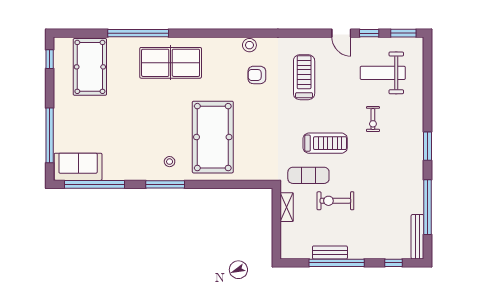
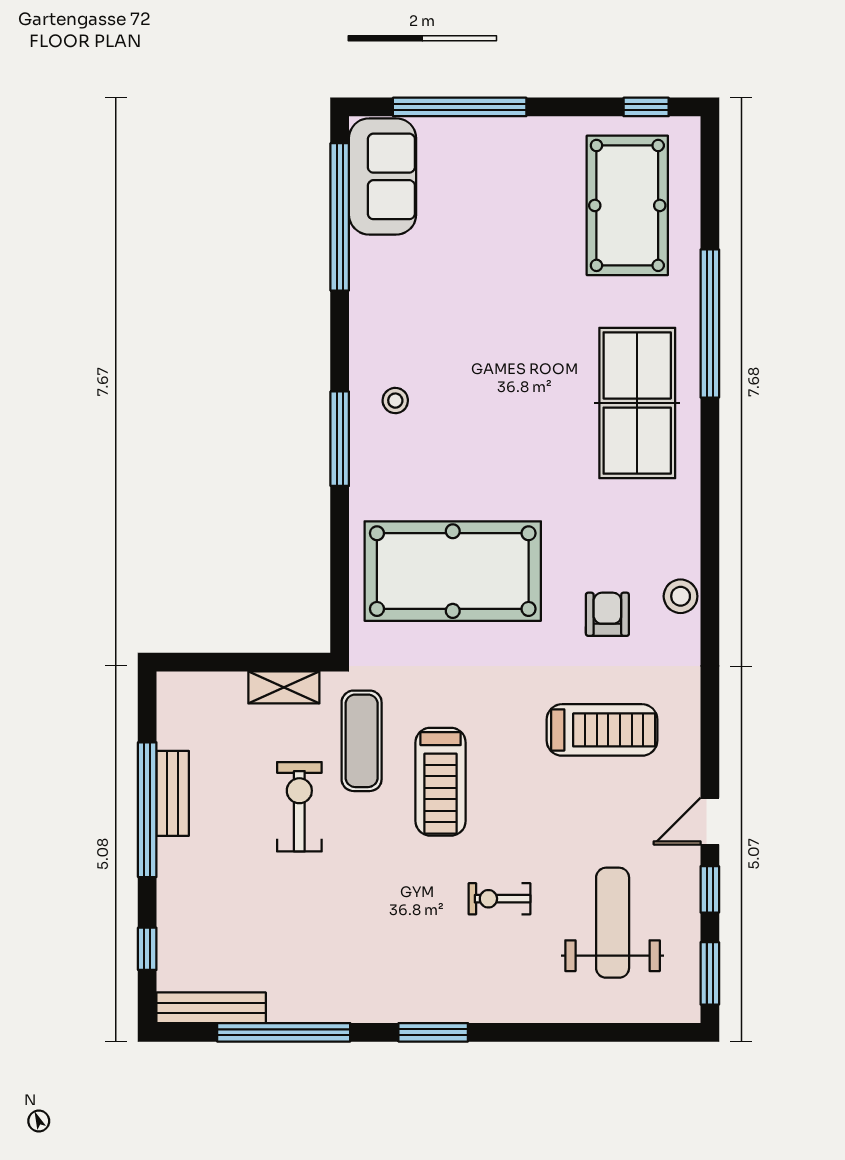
pool table: (90, 67) -> (627, 205), turned 90
pool table: (213, 137) -> (453, 571), moved
window: (165, 184) -> (340, 439), moved

